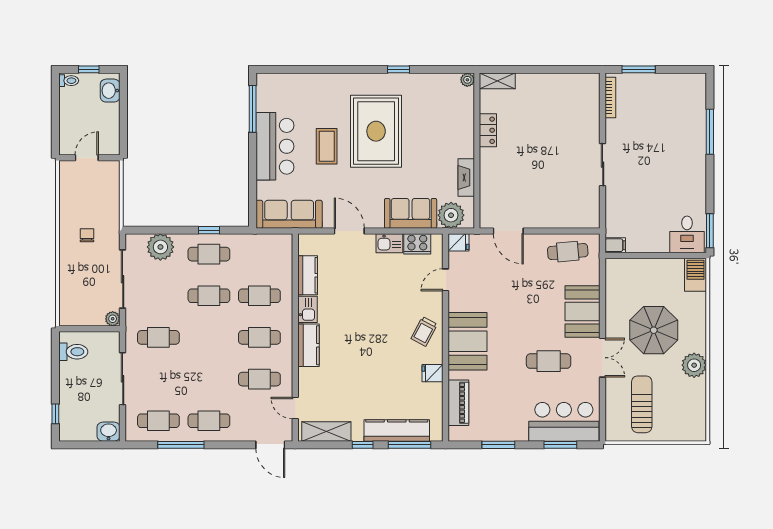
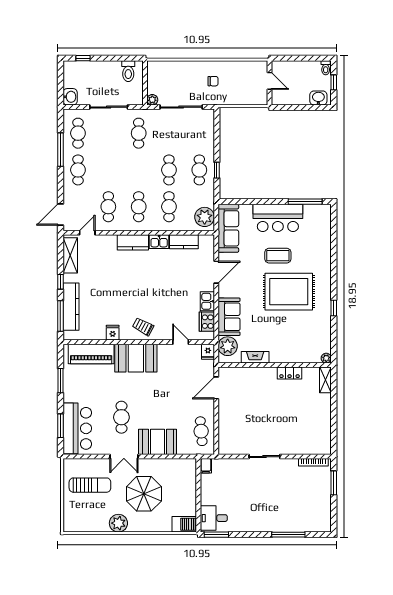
plant: (160, 247) -> (205, 217), moved
piano: (458, 403) -> (91, 354), width x1.37, depth x1.33

